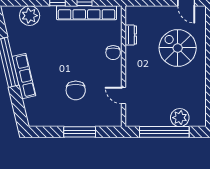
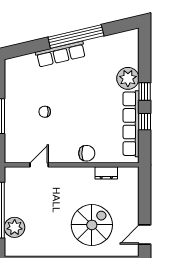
plant: (30, 16) -> (128, 78), moved
chair: (113, 53) -> (87, 153), turned 180
chair: (76, 90) -> (45, 112), width x0.54, depth x0.54

